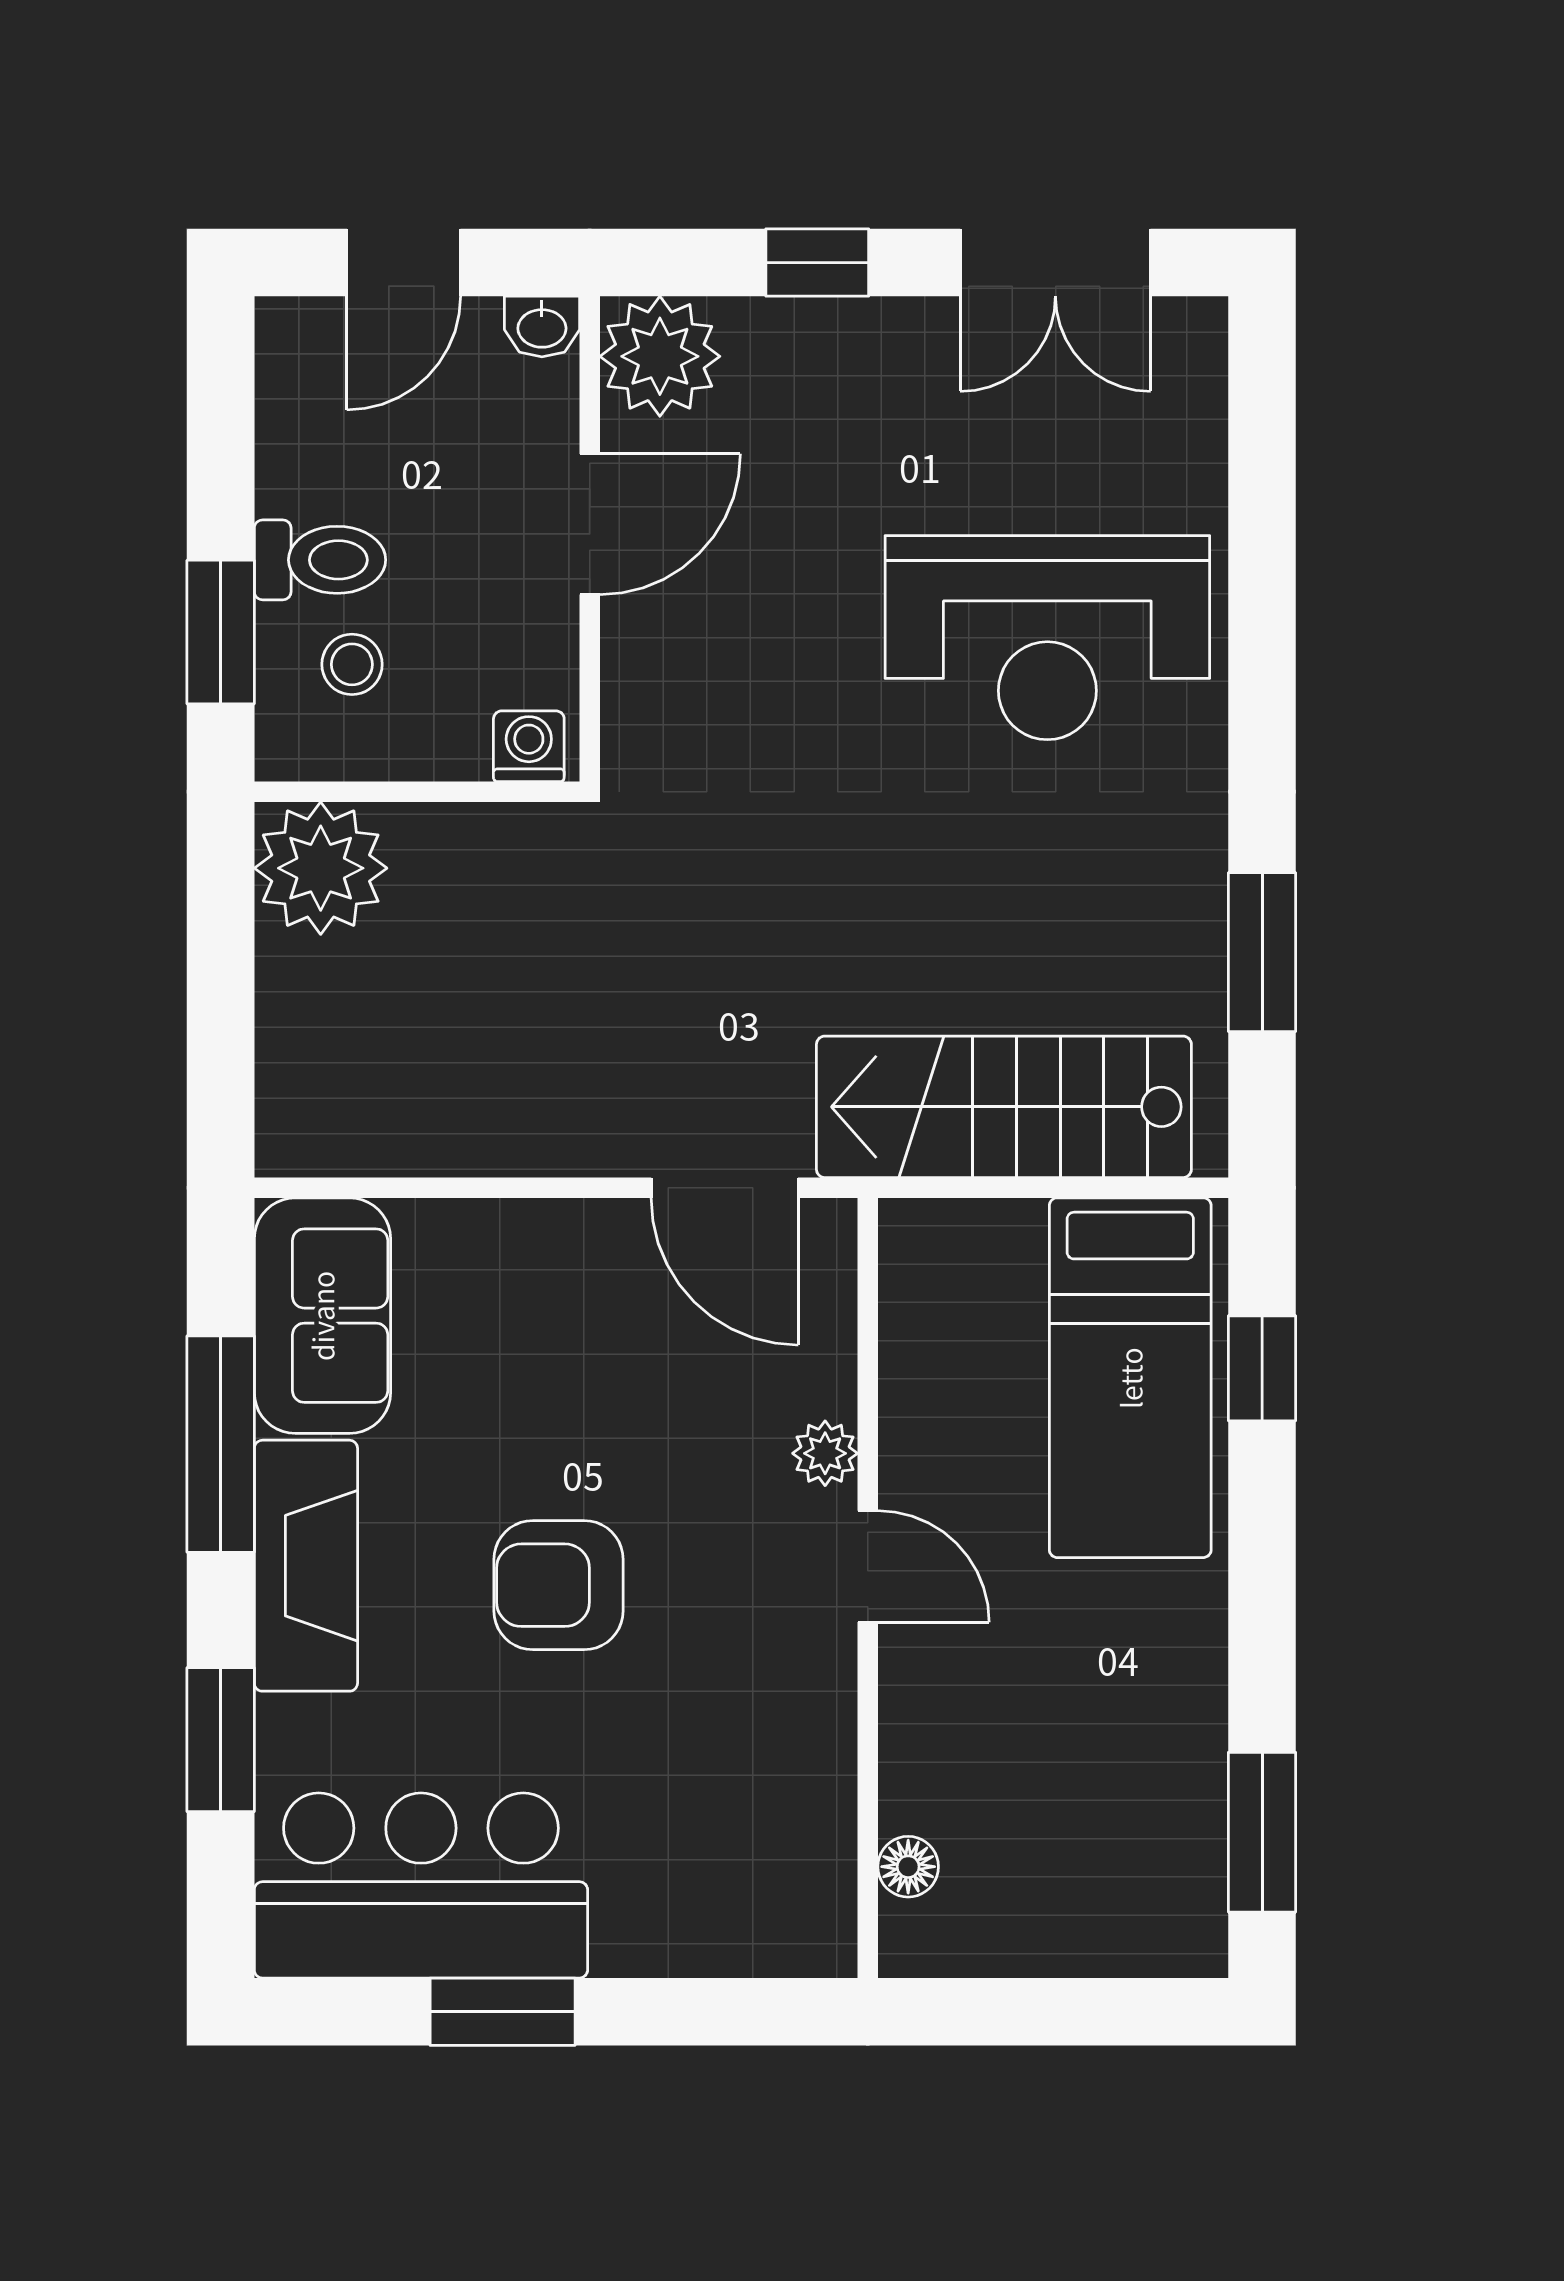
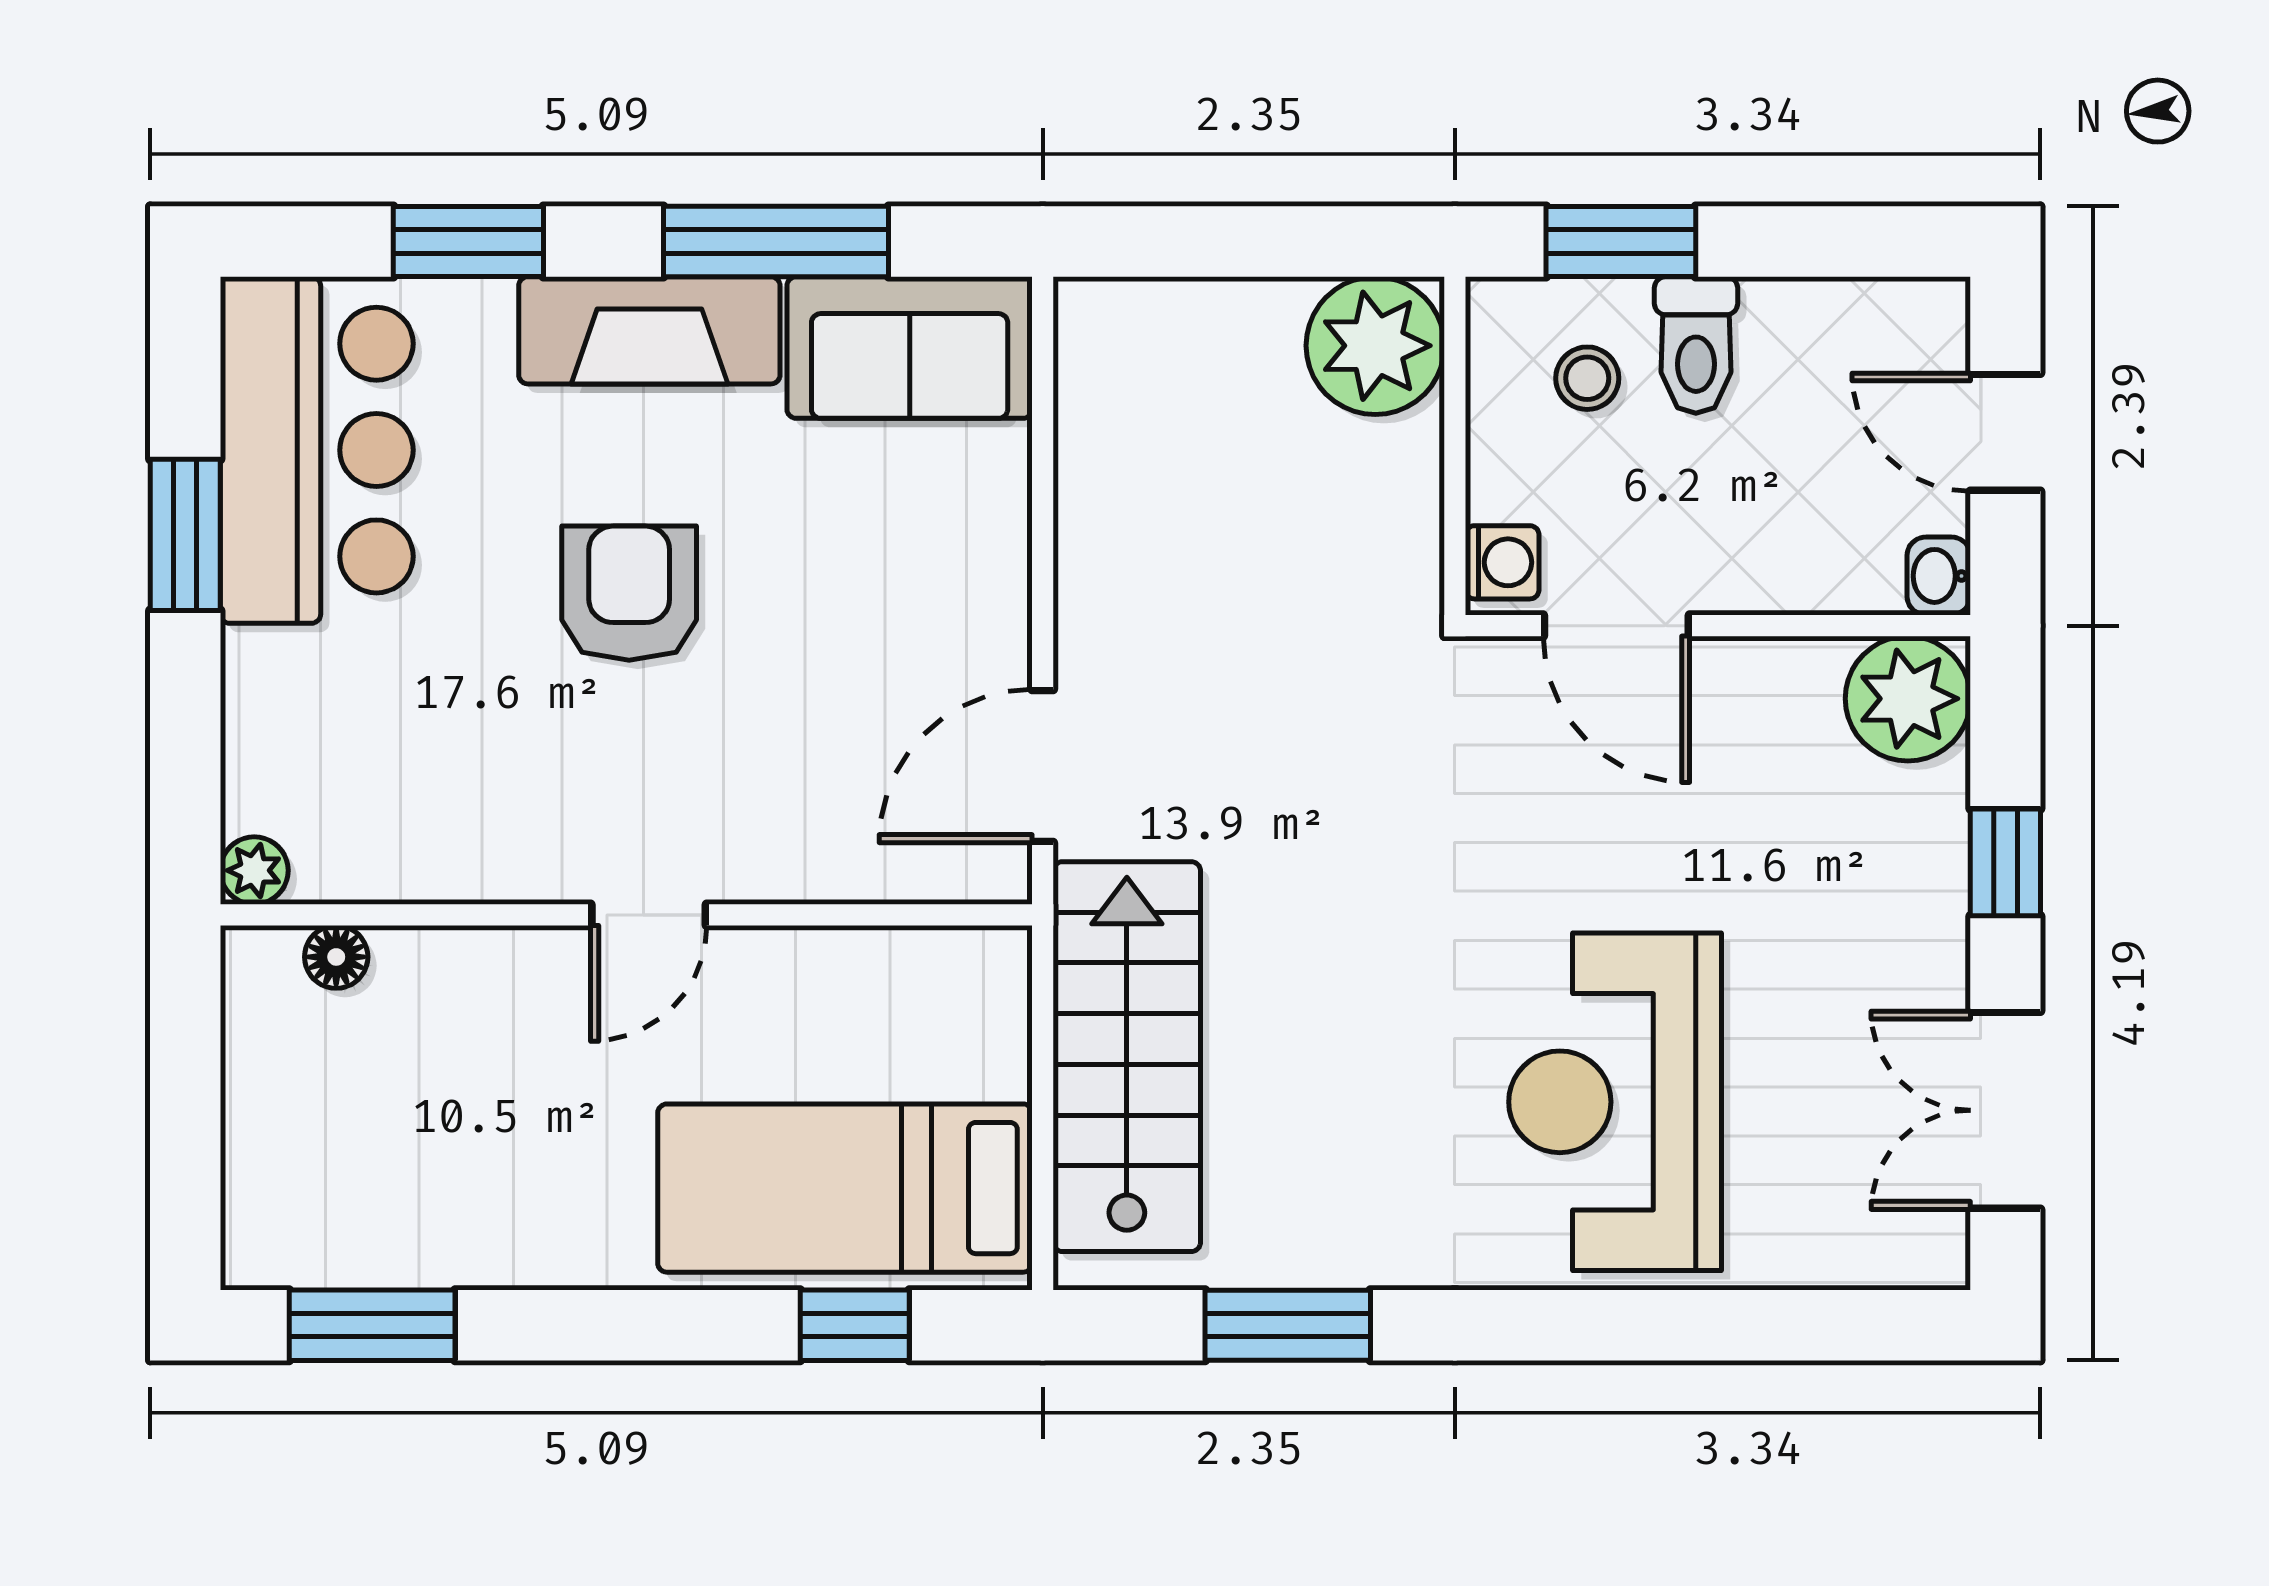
door: (590, 524) -> (1616, 626), moved
plant: (825, 1453) -> (254, 870), moved

